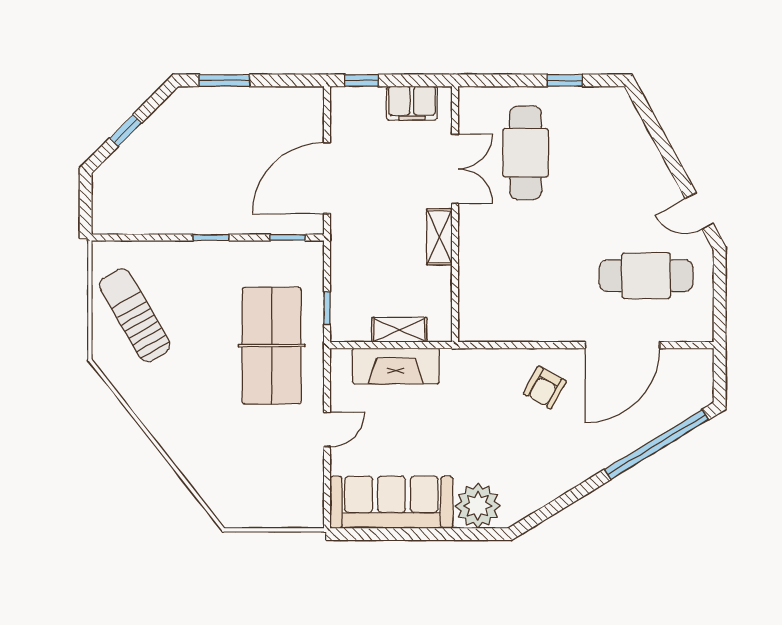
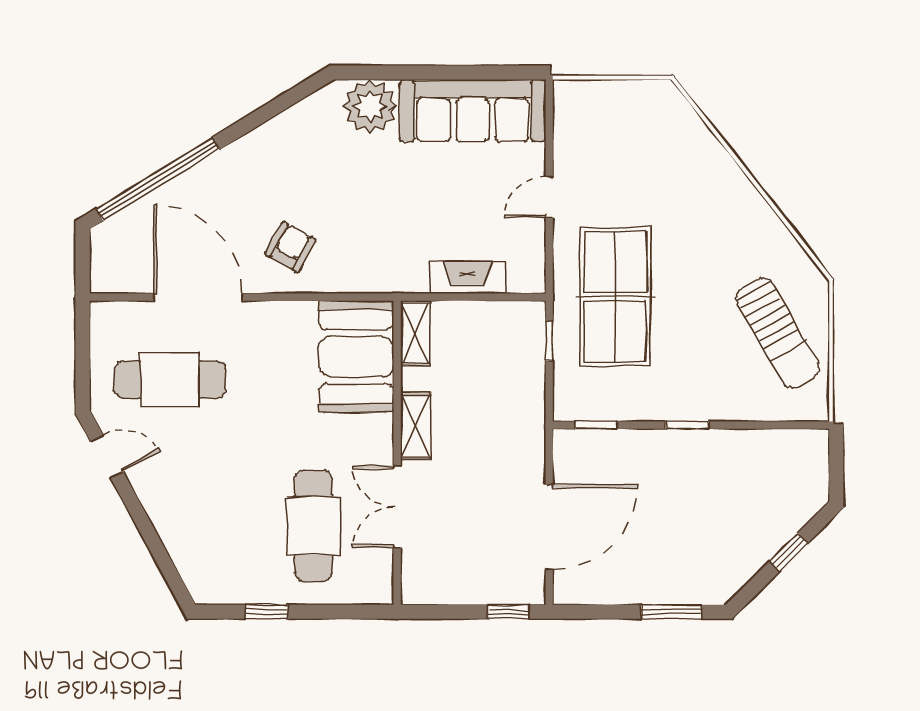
filing cabinet: (412, 103) -> (448, 585), removed
door: (327, 178) -> (549, 527), moved
booth: (489, 295) -> (356, 357), added
shelving: (399, 330) -> (415, 333), moved, turned 90
door: (623, 345) -> (198, 297), hinge flipped
fireplace: (396, 366) -> (467, 278), width x0.73, depth x0.76

